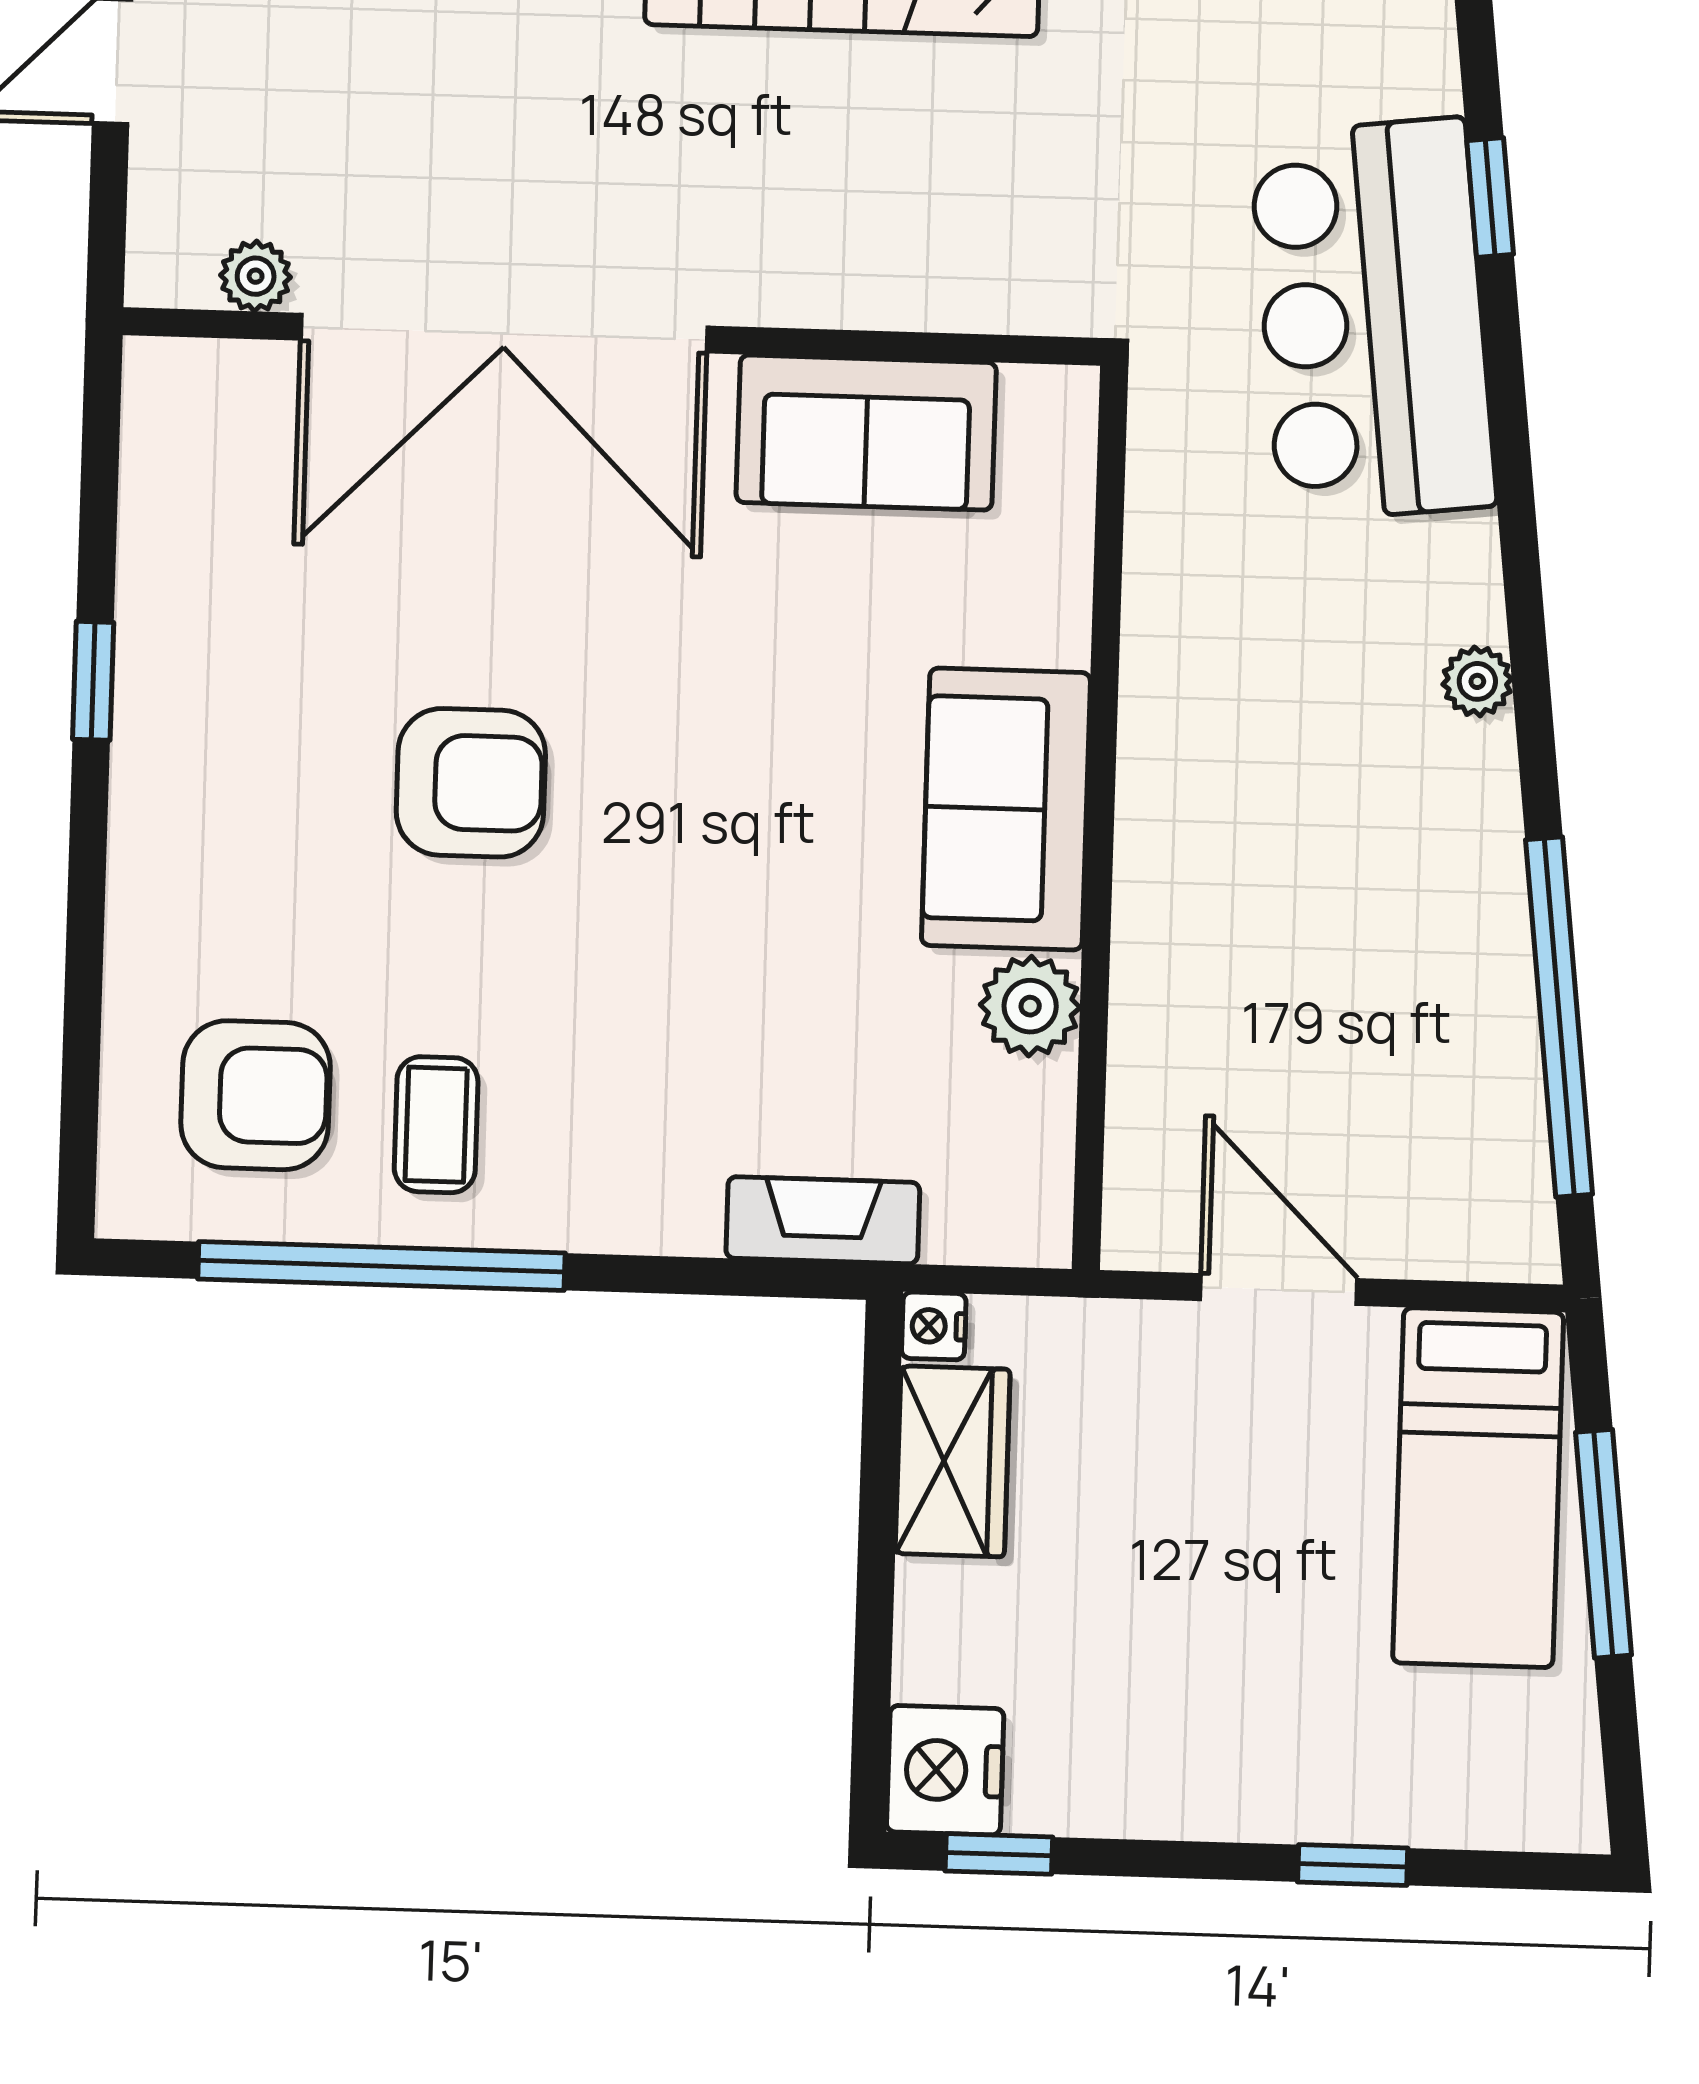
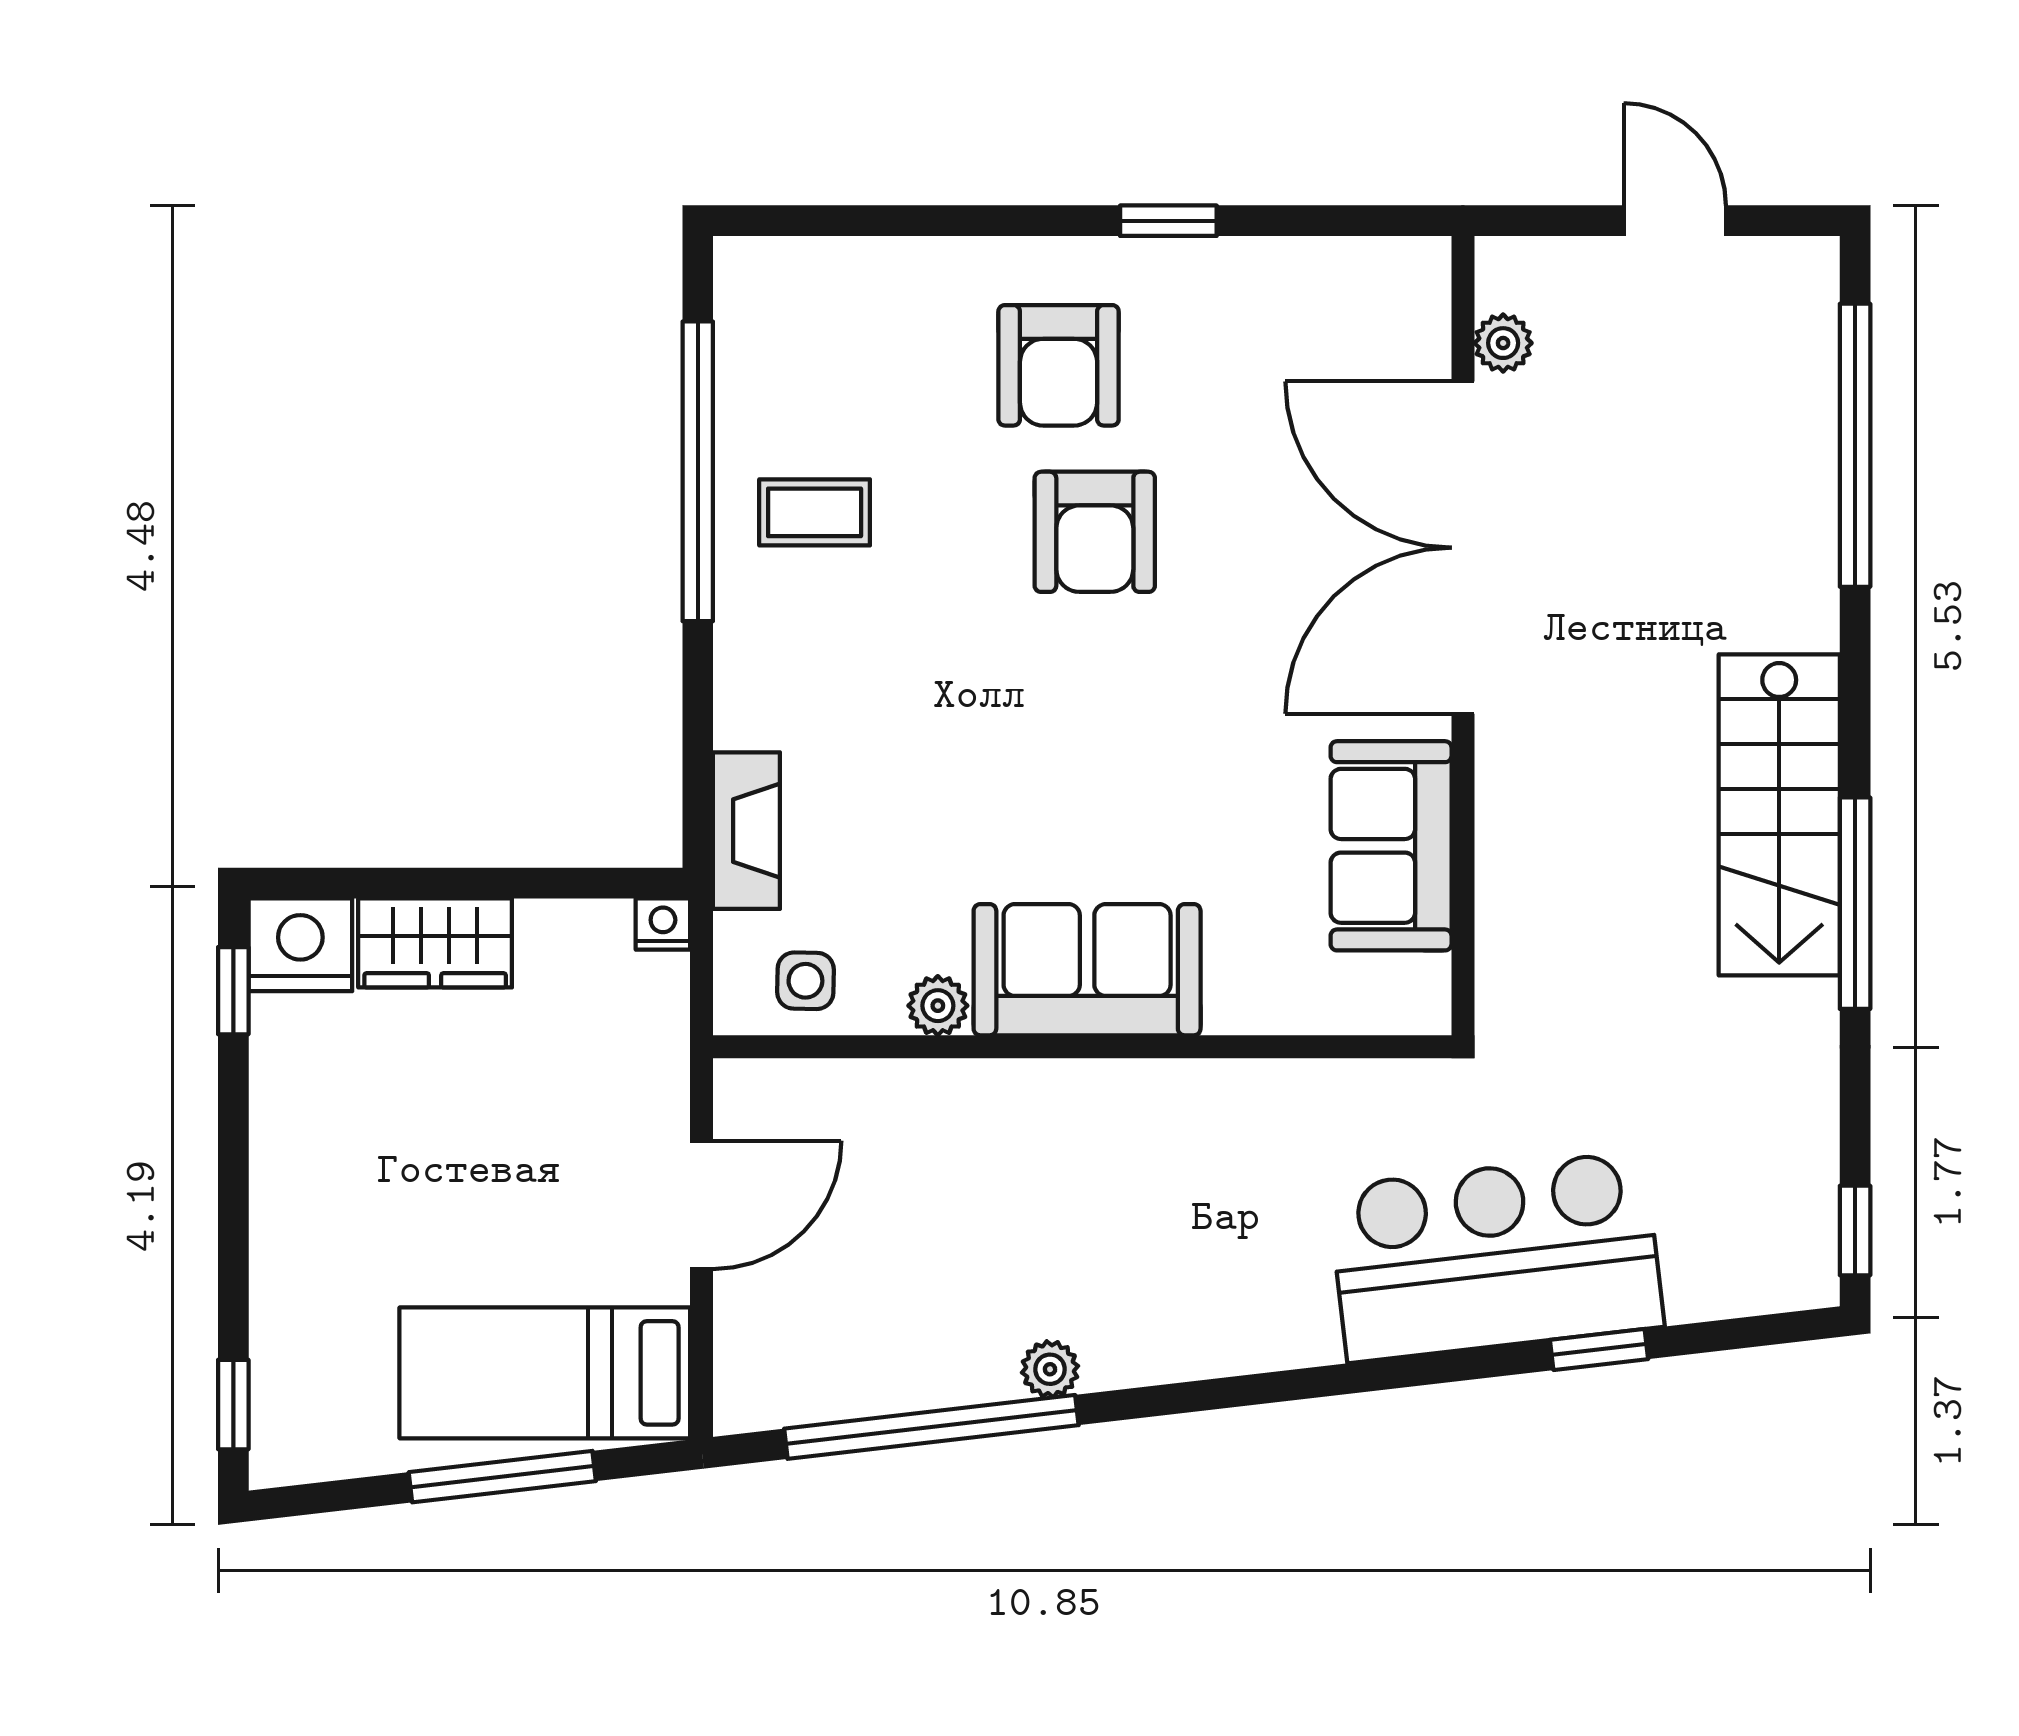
plant: (1477, 681) -> (1050, 1369), moved
plant: (1030, 1006) -> (938, 1006), width x0.73, depth x0.73
armchair: (256, 1095) -> (1059, 365), moved
side table: (1009, 1154) -> (805, 981), added
wardrobe: (953, 1461) -> (435, 943), moved
window: (1353, 1865) -> (233, 1405), moved

